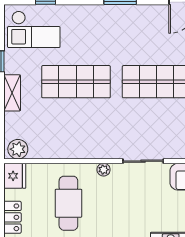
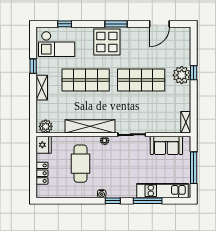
display table: (107, 26) -> (107, 42), added
shelving: (82, 149) -> (90, 126), added

